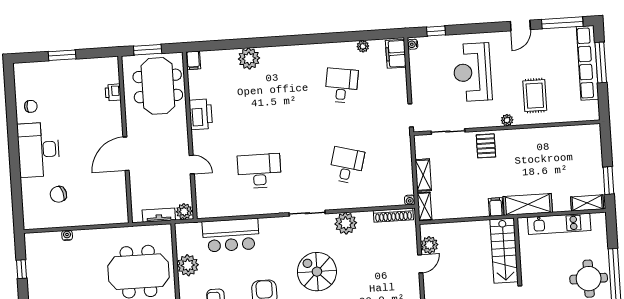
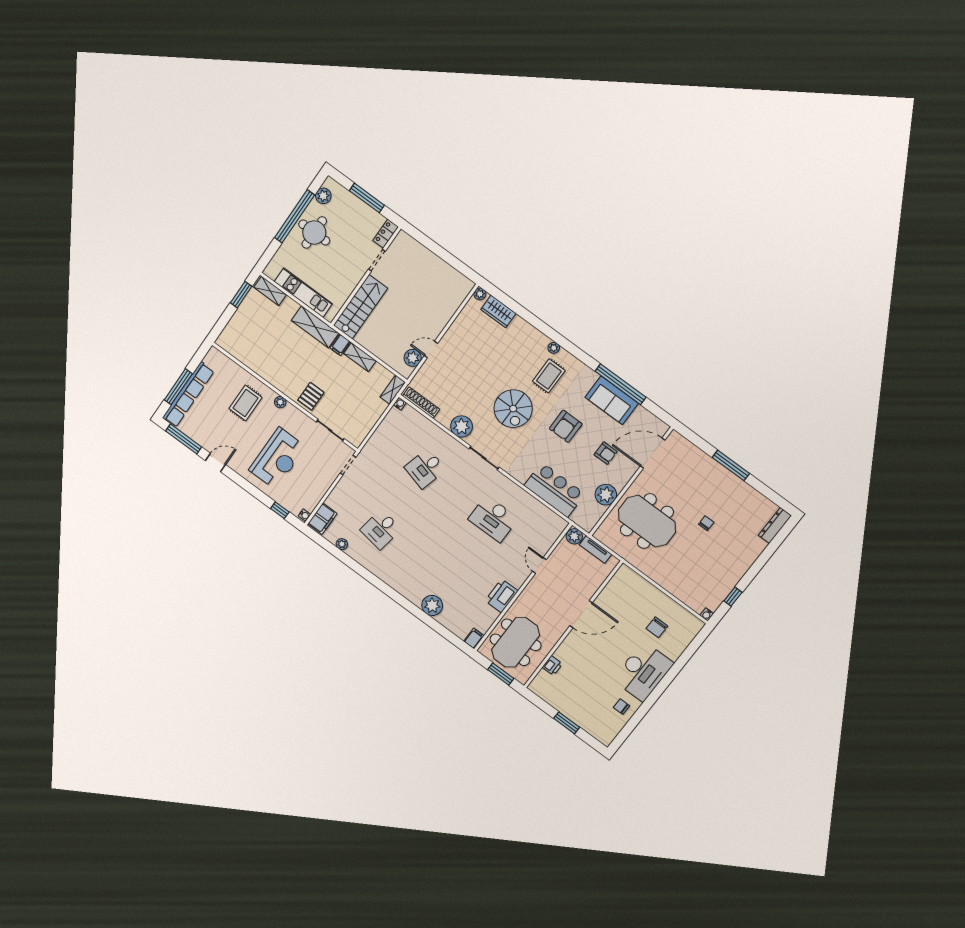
shelving: (423, 175) -> (360, 357), moved, turned 90
chair: (58, 194) -> (657, 627), turned 106
water cooler: (67, 235) -> (707, 615), moved

